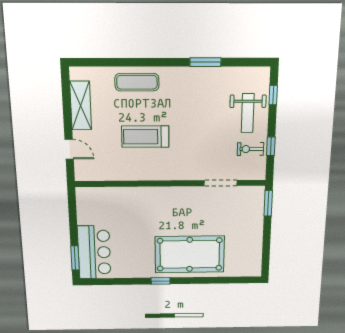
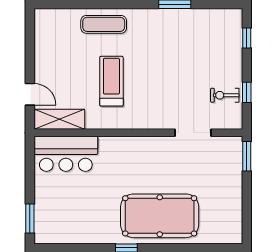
shelving: (81, 106) -> (59, 119), moved, turned 90
weight bench: (248, 113) -> (220, 57), removed
treadmill: (145, 137) -> (111, 81), turned 90
bar counter: (94, 252) -> (66, 154), moved, turned 90

